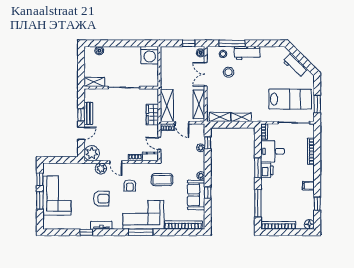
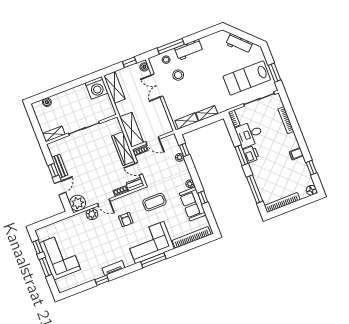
lab bench: (290, 99) -> (247, 78), turned 180
shelving: (199, 104) -> (115, 87), moved
wardrobe: (152, 115) -> (123, 149), width x1.50
armchair: (101, 199) -> (104, 243), removed

